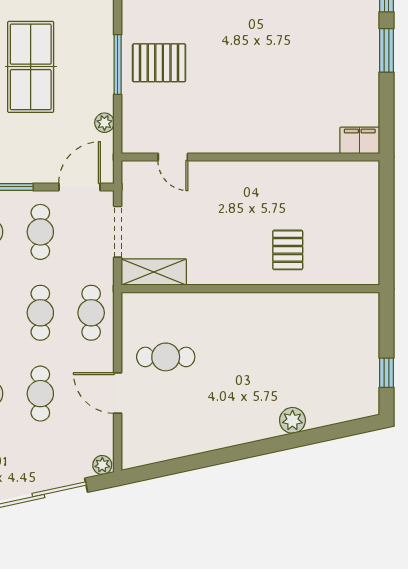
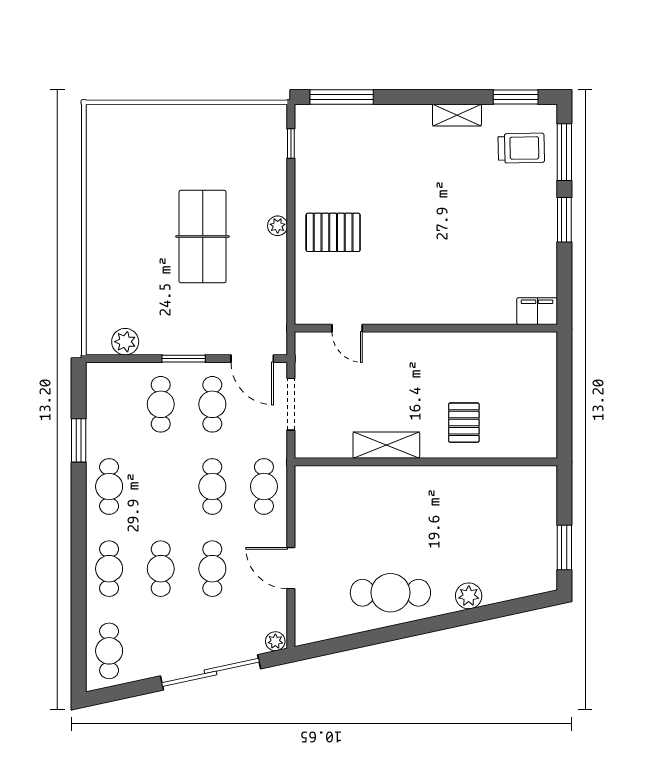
window: (118, 65) -> (291, 234), removed
plant: (104, 123) -> (278, 226), moved
door: (80, 187) -> (252, 359), swing flipped
shelving: (154, 272) -> (386, 445), moved
cafe table: (166, 357) -> (390, 593), moved, width x1.37, depth x1.35
window: (387, 373) -> (564, 547), width x1.50

